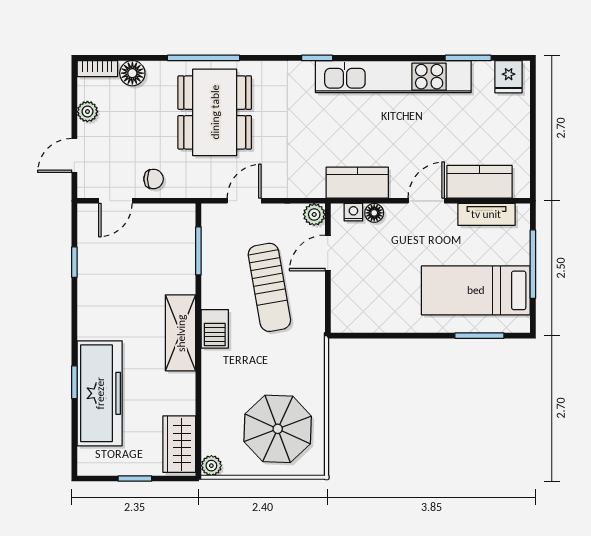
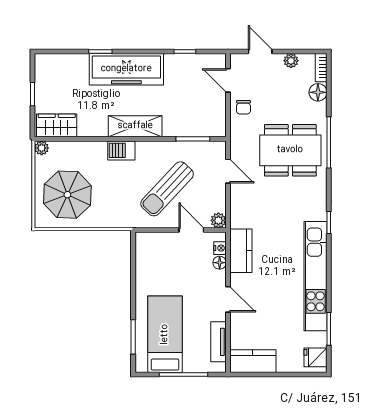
kitchen counter: (479, 182) -> (253, 361), moved, turned -90
sun lounger: (269, 287) -> (167, 189), turned -37
barbecue: (215, 329) -> (121, 150), moved
freezer: (100, 393) -> (126, 69), moved

